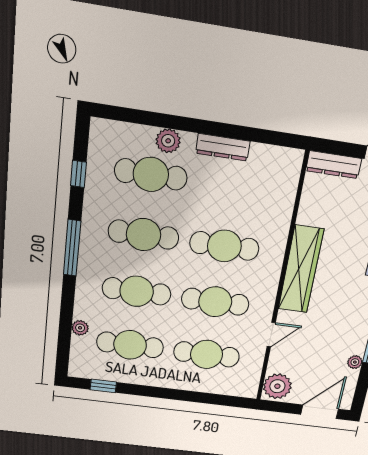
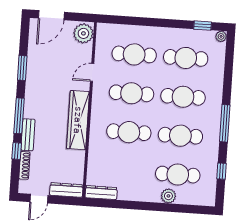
dresser: (223, 147) -> (101, 193), moved
plant: (80, 328) -> (221, 36), moved
plant: (355, 362) -> (32, 56), removed

